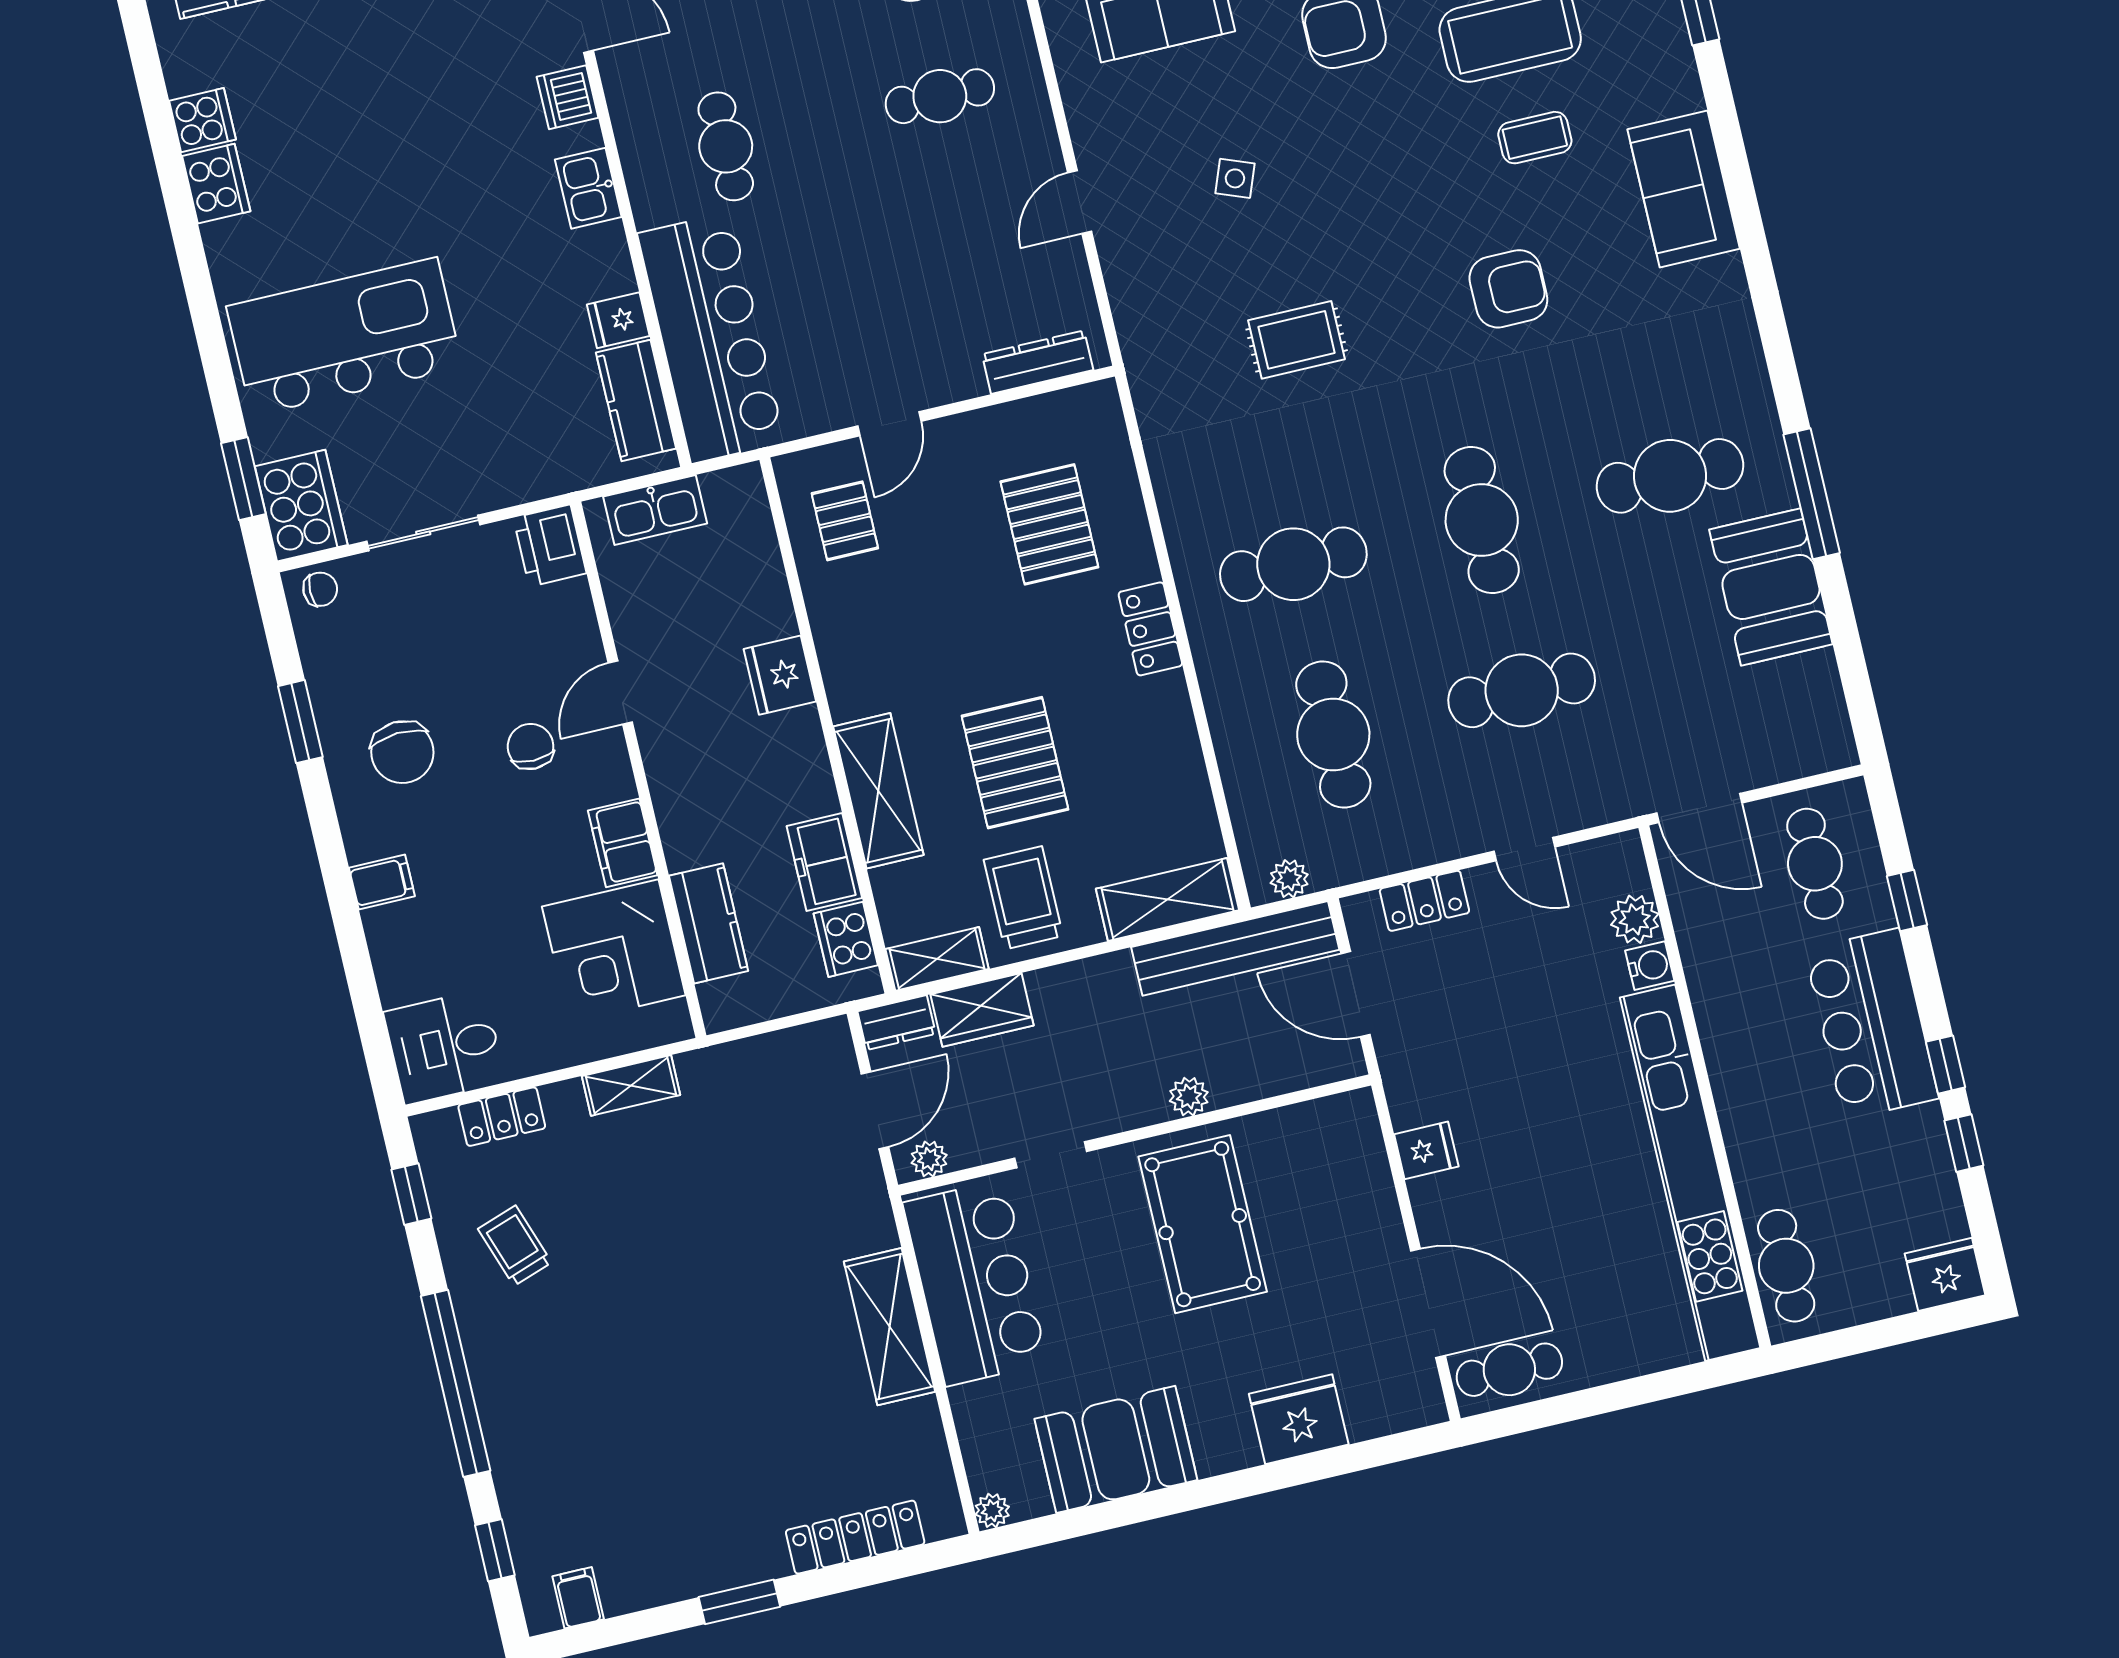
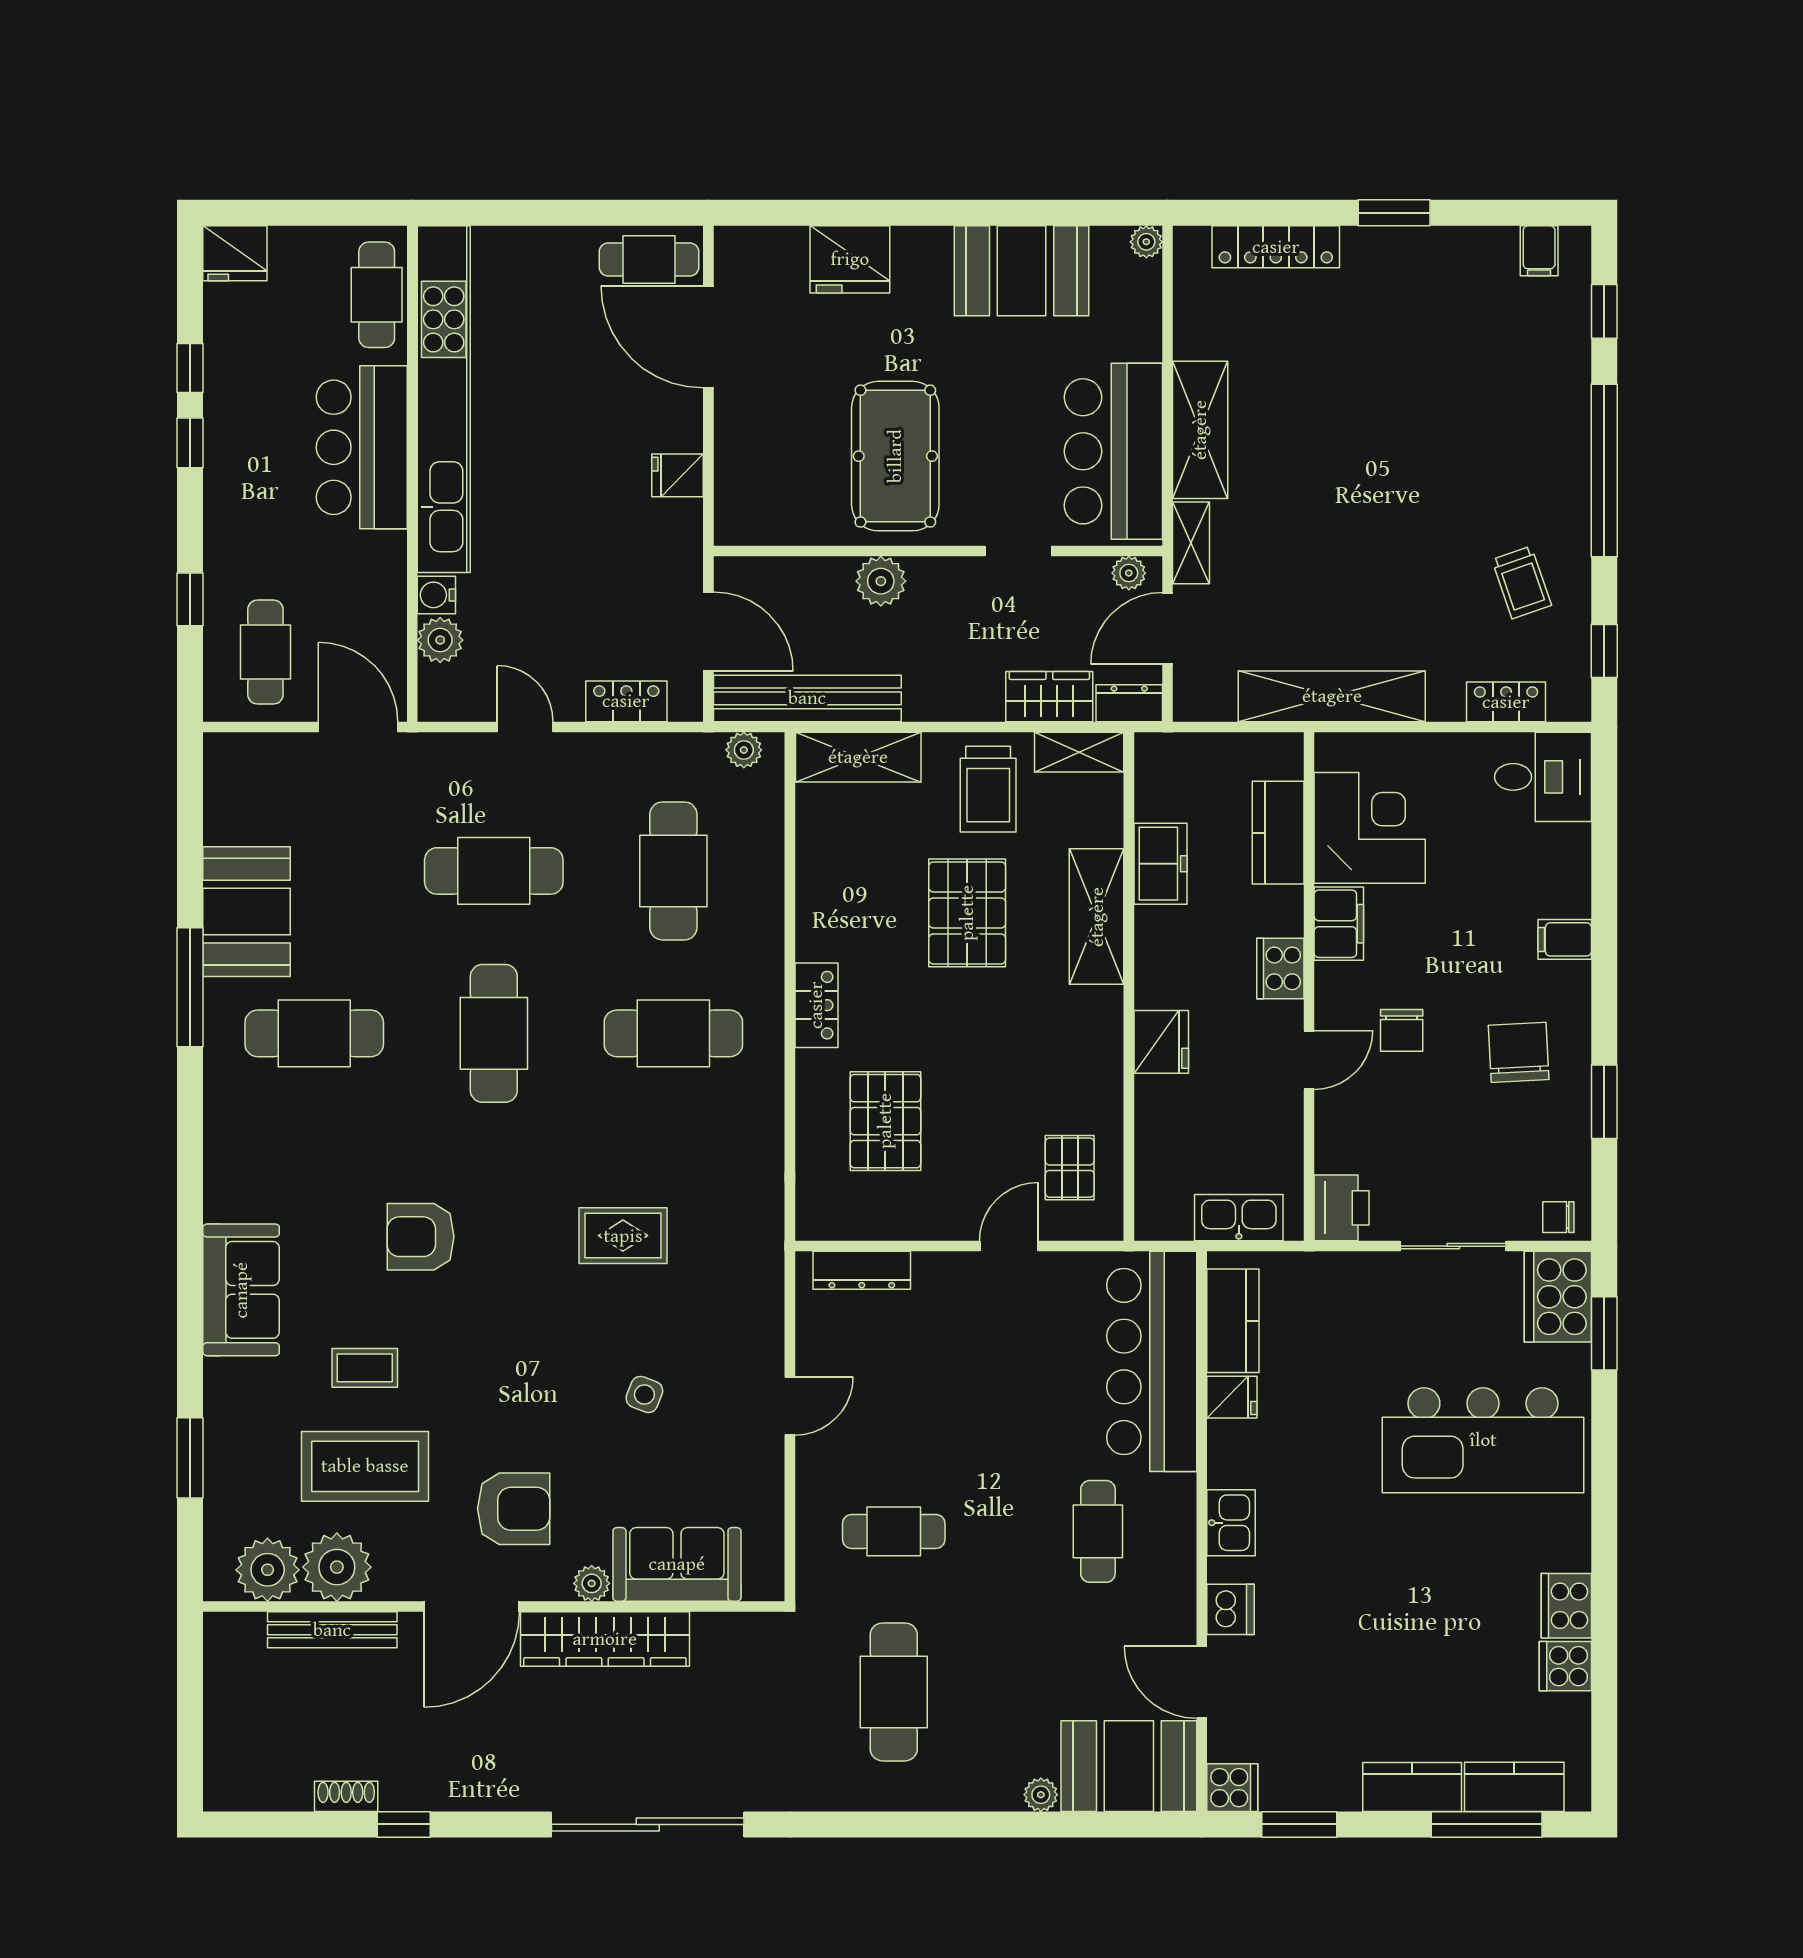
cooker: (846, 939) -> (1280, 968), moved, turned 180
bar counter: (1872, 1024) -> (362, 447), moved, turned 180
shelving: (631, 1085) -> (1332, 696), width x2.20, depth x1.33
plant: (1189, 1097) -> (881, 581), width x1.38, depth x1.38
shelving: (871, 1206) -> (1191, 543), added

